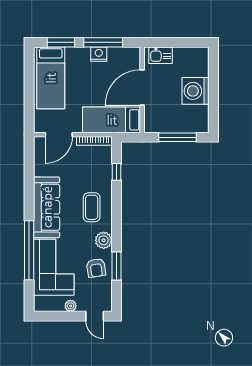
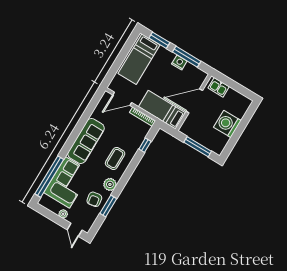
window: (29, 250) -> (49, 177), moved

